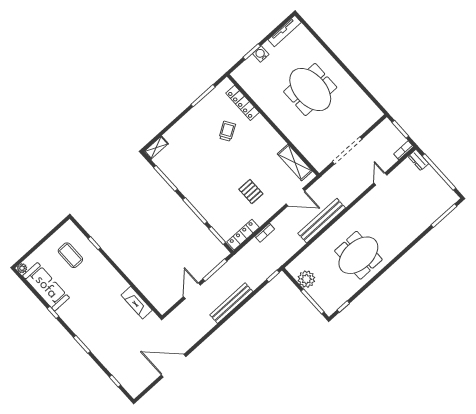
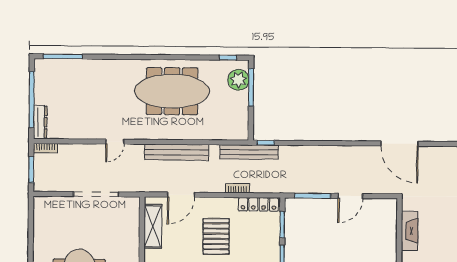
dresser: (418, 160) -> (40, 122), width x1.44
door: (380, 179) -> (115, 142), moved
pallet: (251, 192) -> (216, 236), width x1.50, depth x1.42
door: (295, 197) -> (181, 195), swing flipped
meeting table: (358, 255) -> (172, 91), width x1.36
plant: (306, 279) -> (238, 80), moved
bench: (231, 303) -> (249, 152), moved
door: (174, 366) -> (400, 144), moved

